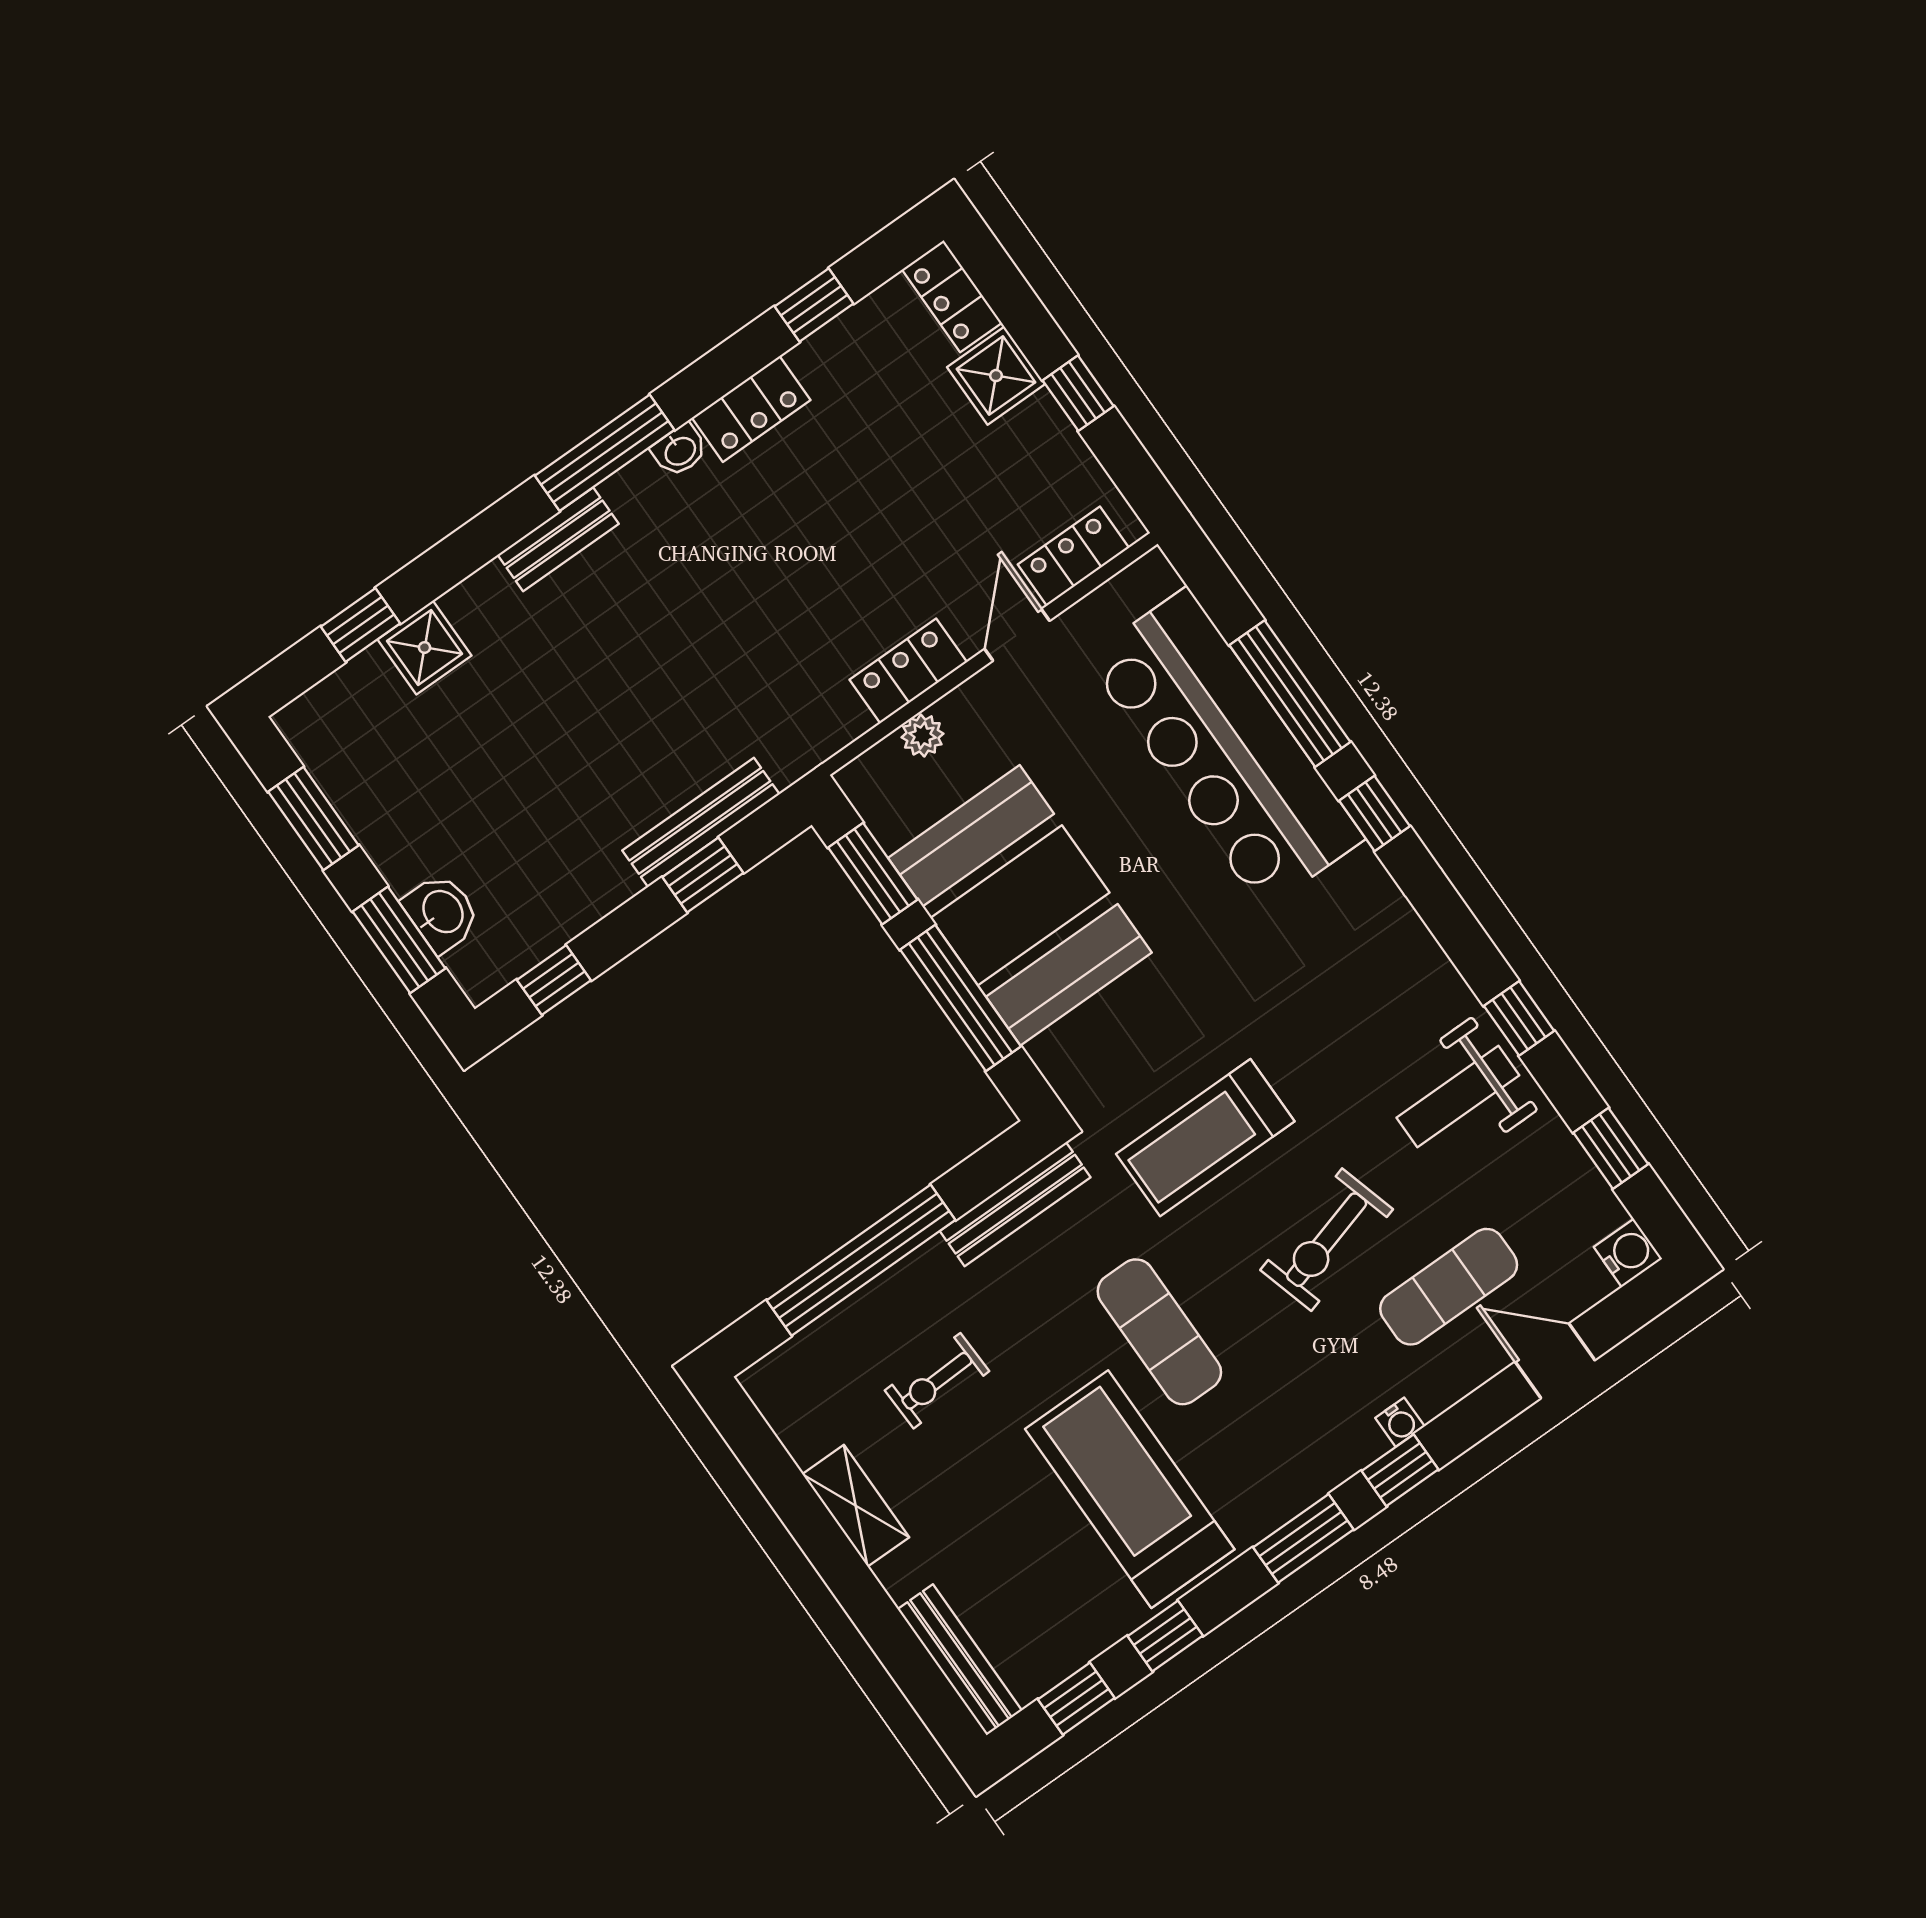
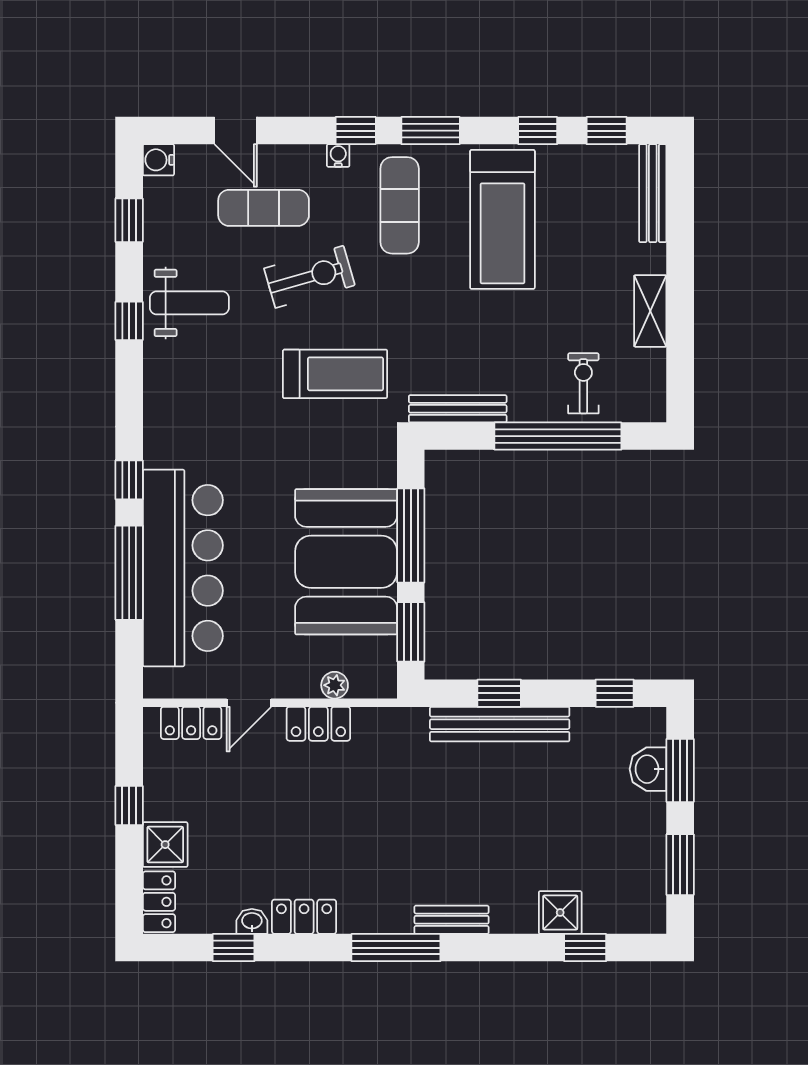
washbasin: (680, 450) -> (252, 921), moved
bench: (701, 822) -> (500, 724), width x1.37, depth x1.21
exercise mat: (1159, 1332) -> (400, 205), moved
exercise bike: (937, 1381) -> (583, 383), moved, turned -88

